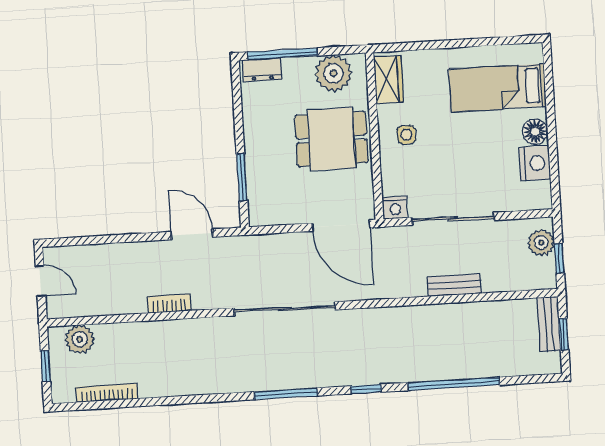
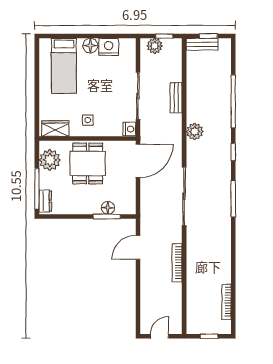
floor lamp: (257, 178) -> (108, 208), added
bookcase: (169, 303) -> (177, 263), width x1.56
plant: (80, 339) -> (195, 132), moved

